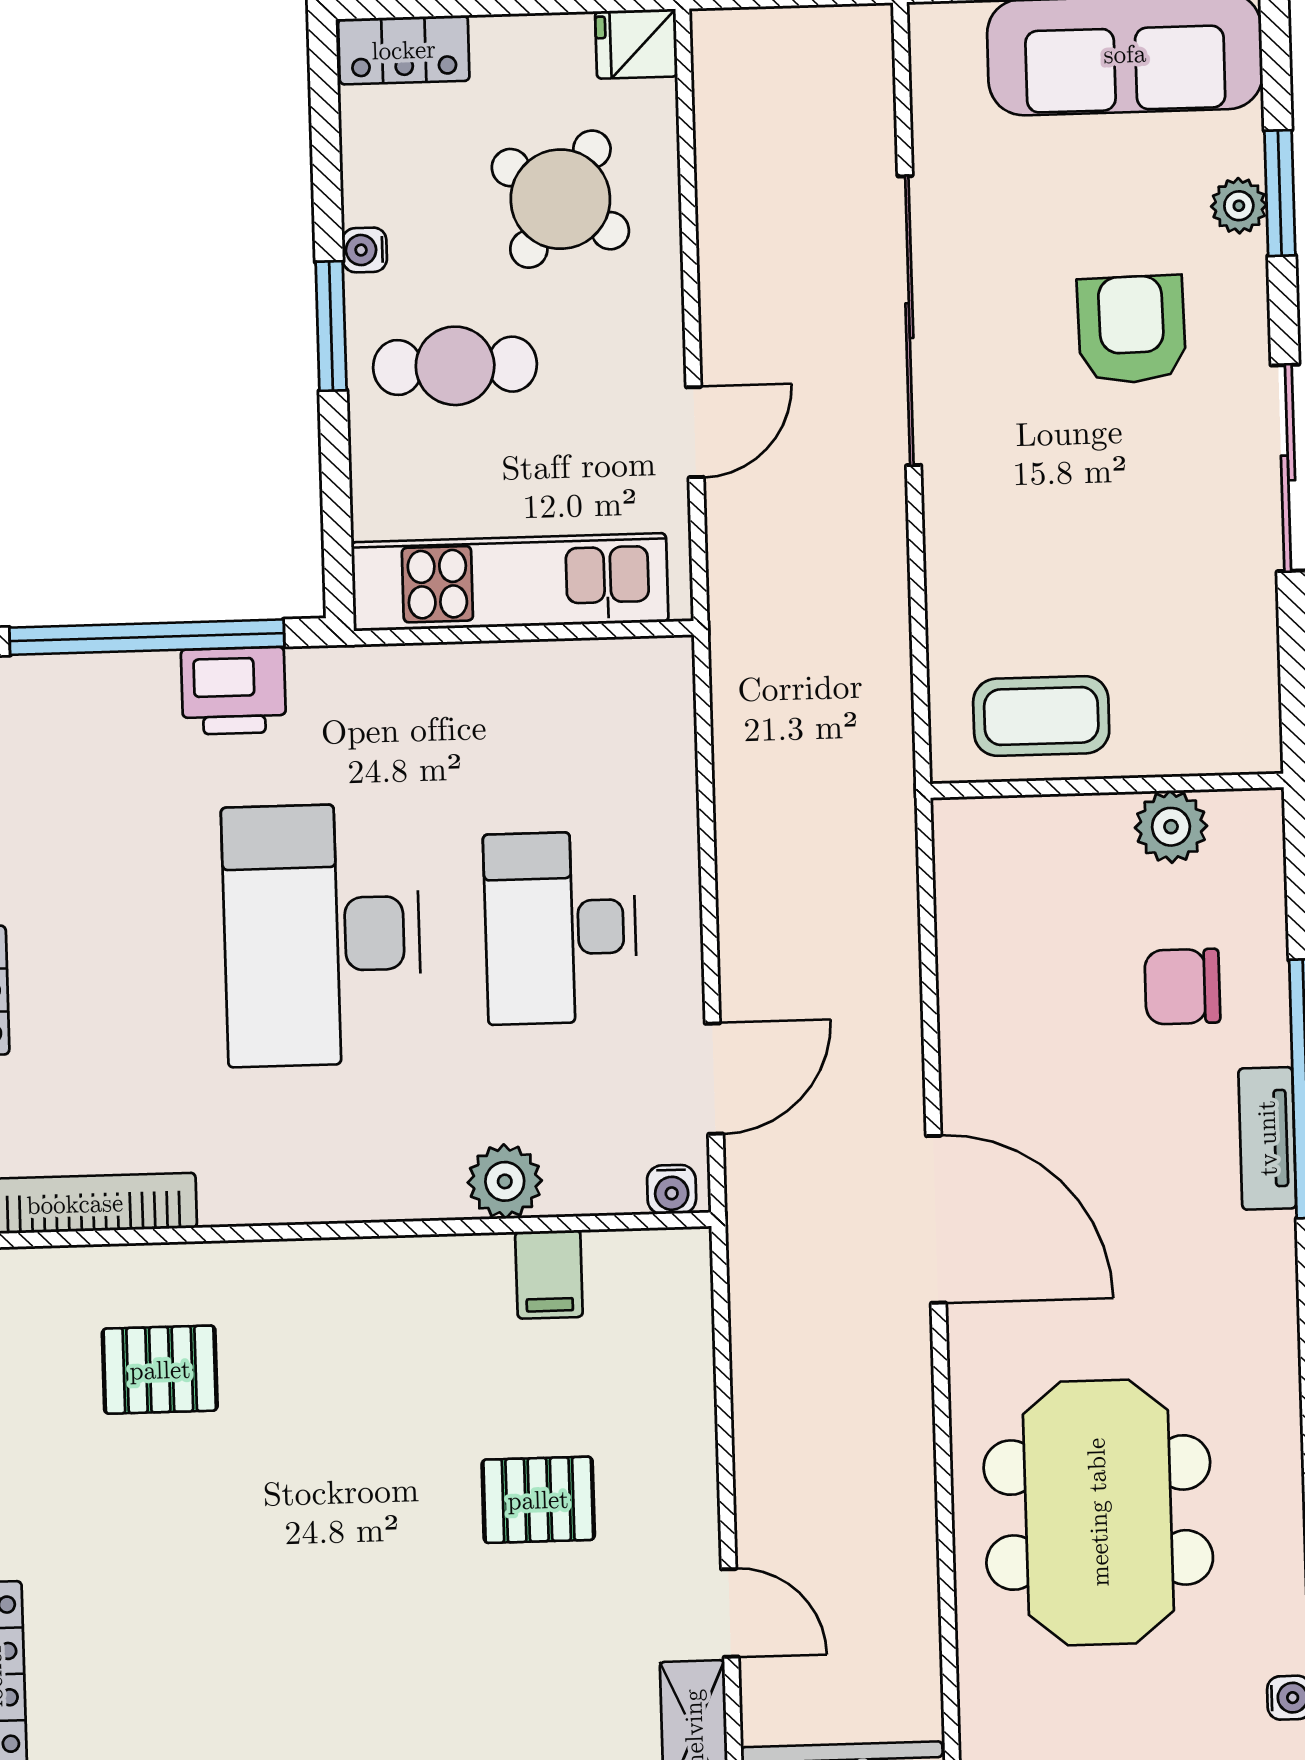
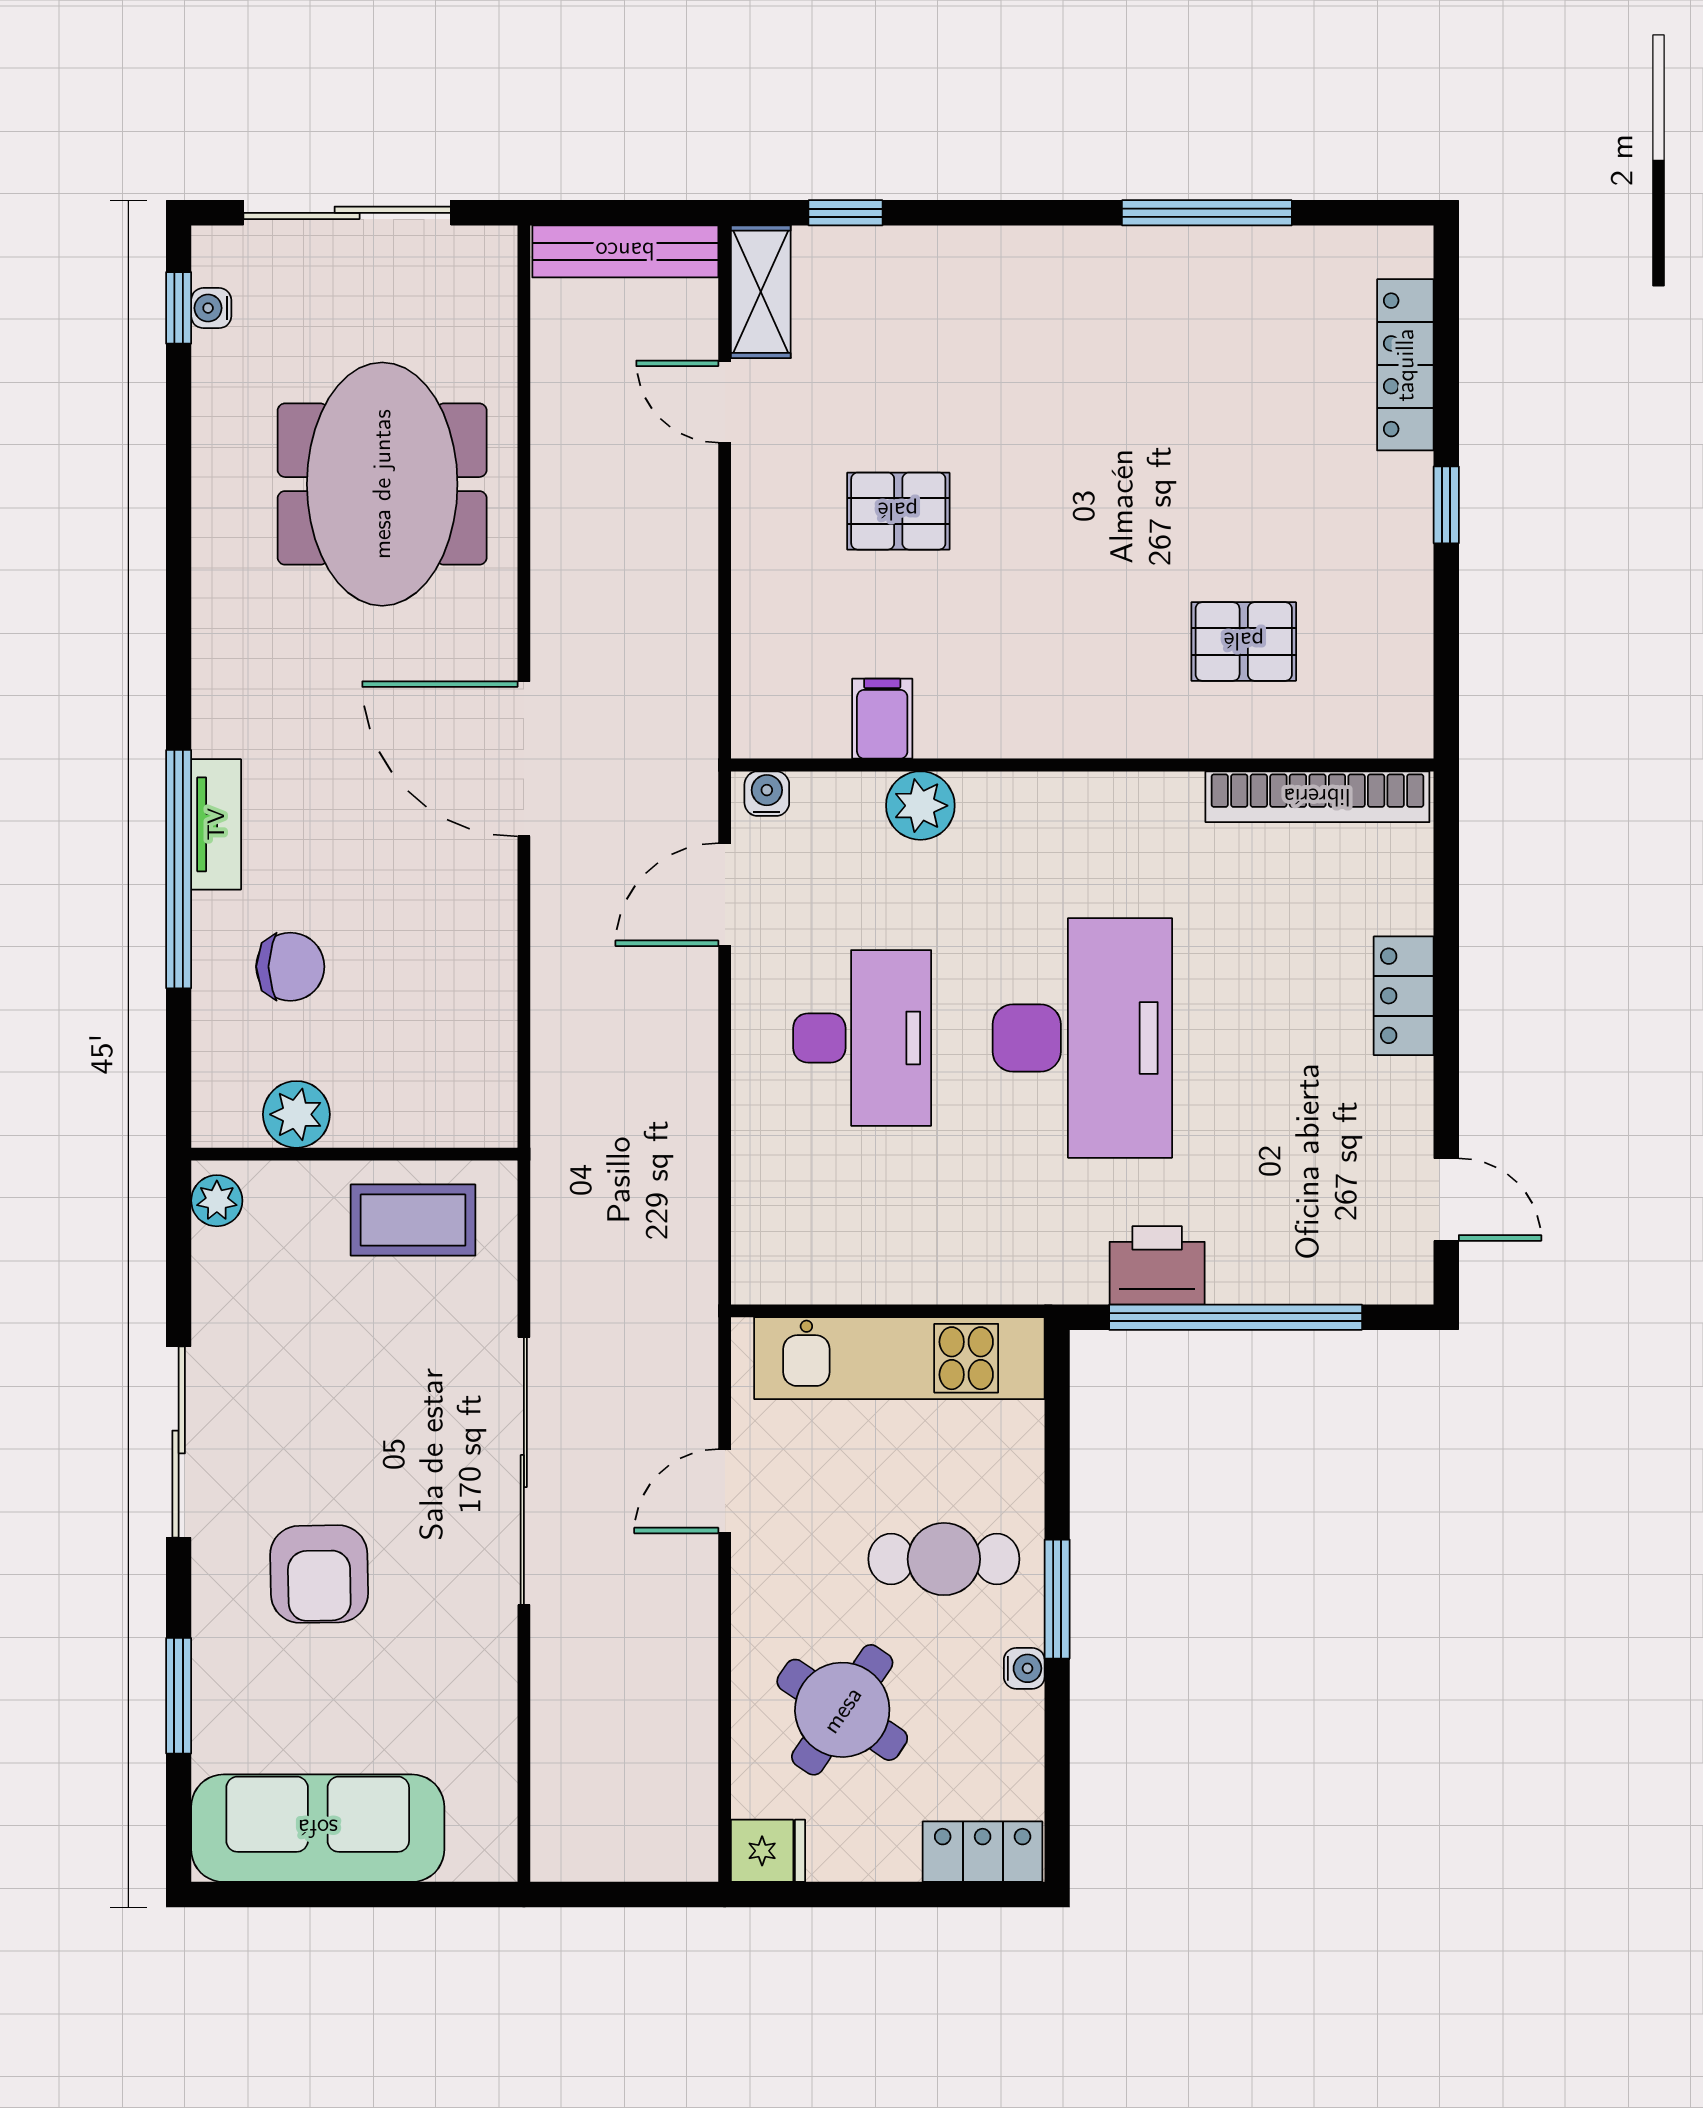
plant: (1239, 206) -> (217, 1201), moved
sliding door: (909, 321) -> (524, 1471), moved

